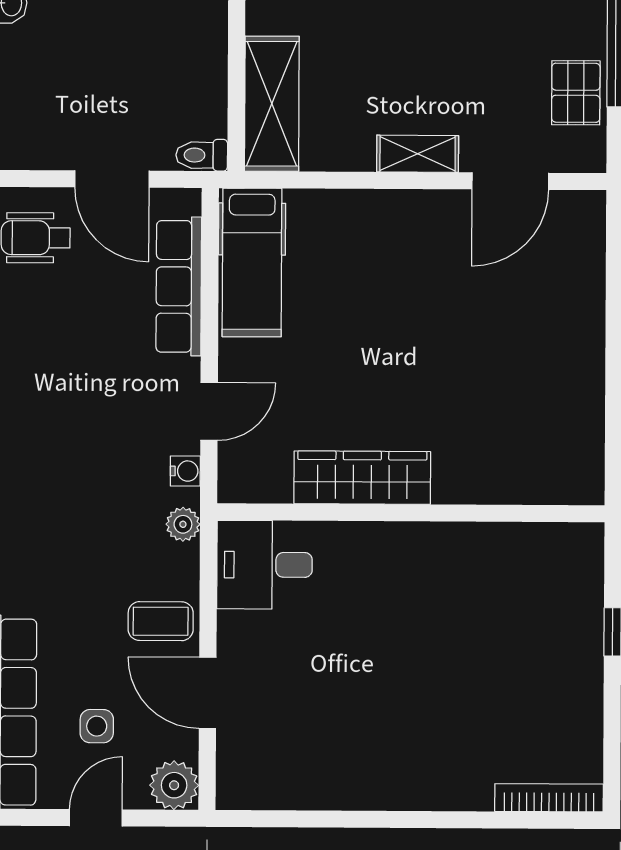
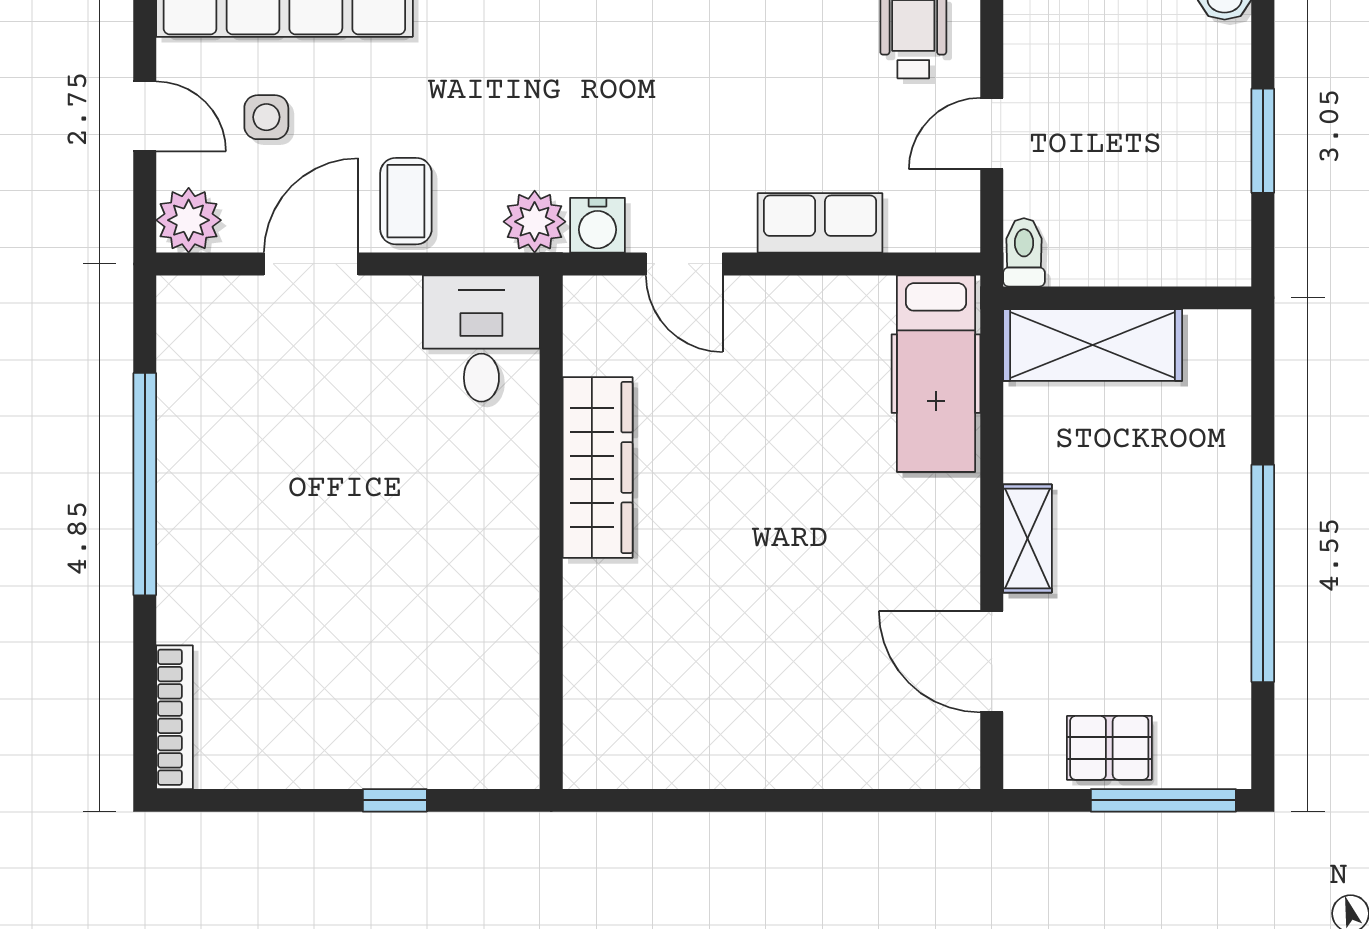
door: (112, 179) -> (992, 134), width x0.73
hospital bed: (252, 262) -> (936, 374), moved, turned -90
row of seats: (179, 286) -> (820, 223), width x0.68
water cooler: (185, 471) -> (598, 225), width x1.38, depth x1.38
plant: (183, 524) -> (535, 222), width x1.38, depth x1.38
window: (373, 819) -> (145, 484), added

